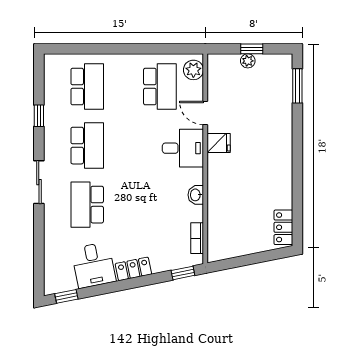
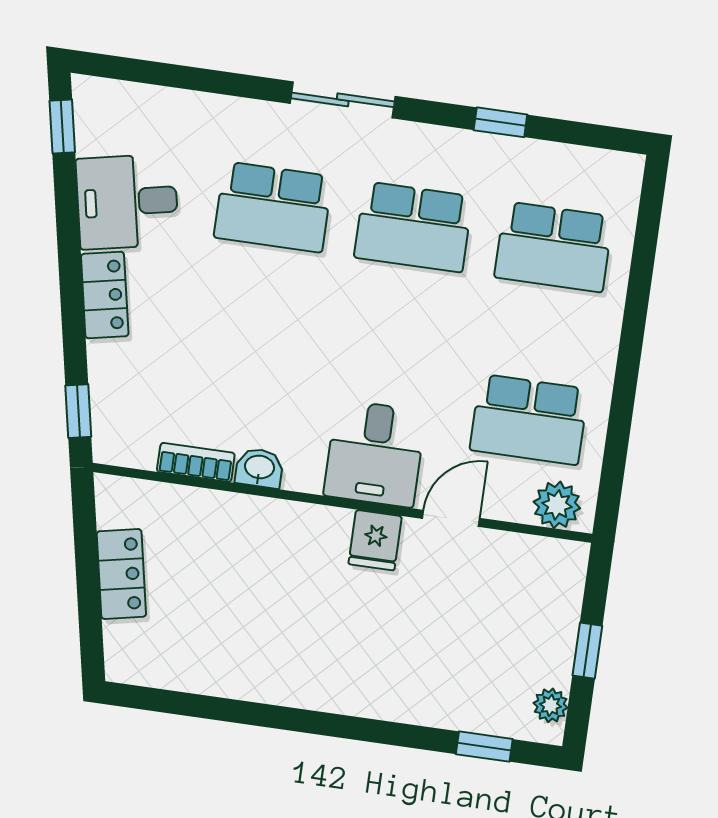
plant: (248, 61) -> (551, 705), moved
window: (297, 86) -> (484, 747), width x0.67
school desk: (87, 205) -> (273, 207), turned 180
locker: (283, 227) -> (121, 574), moved, turned 79
bookcase: (197, 238) -> (196, 462), moved

